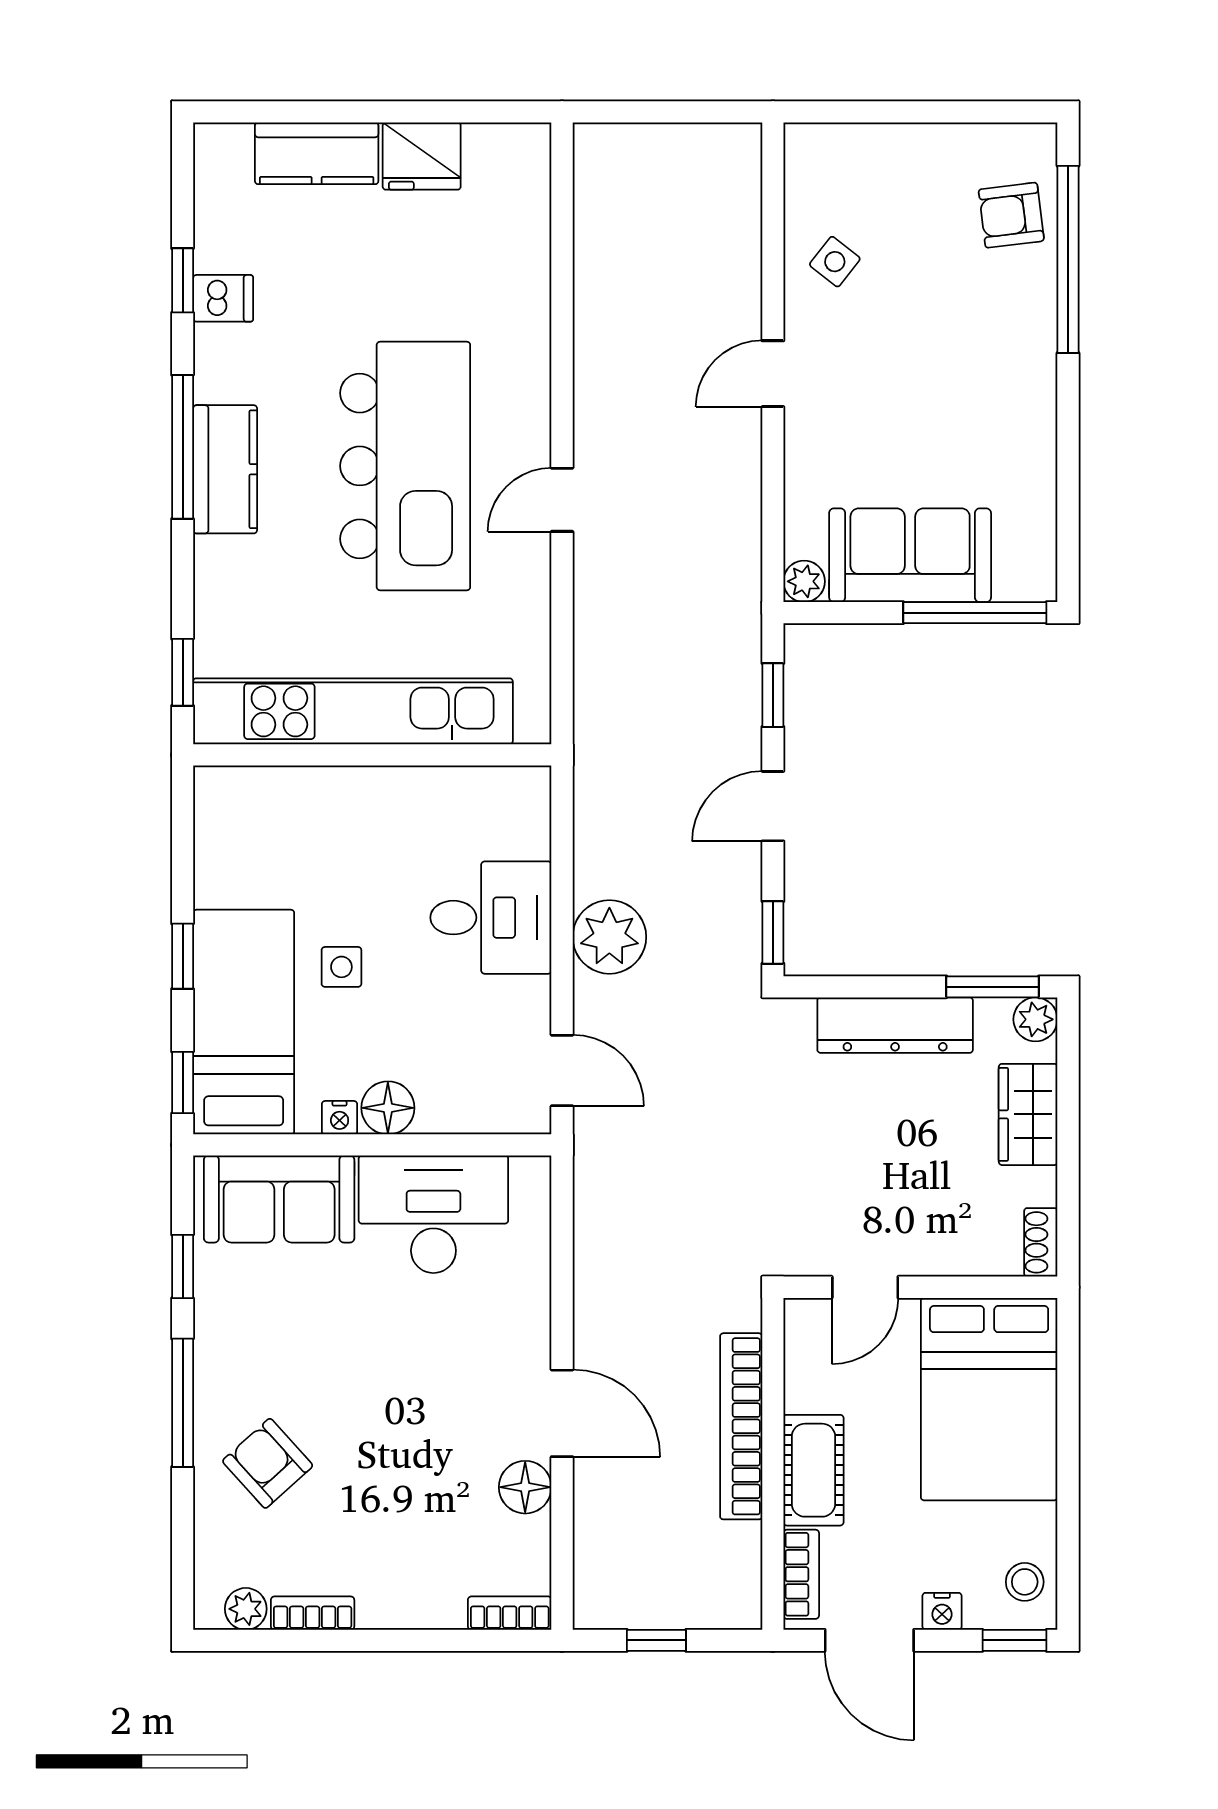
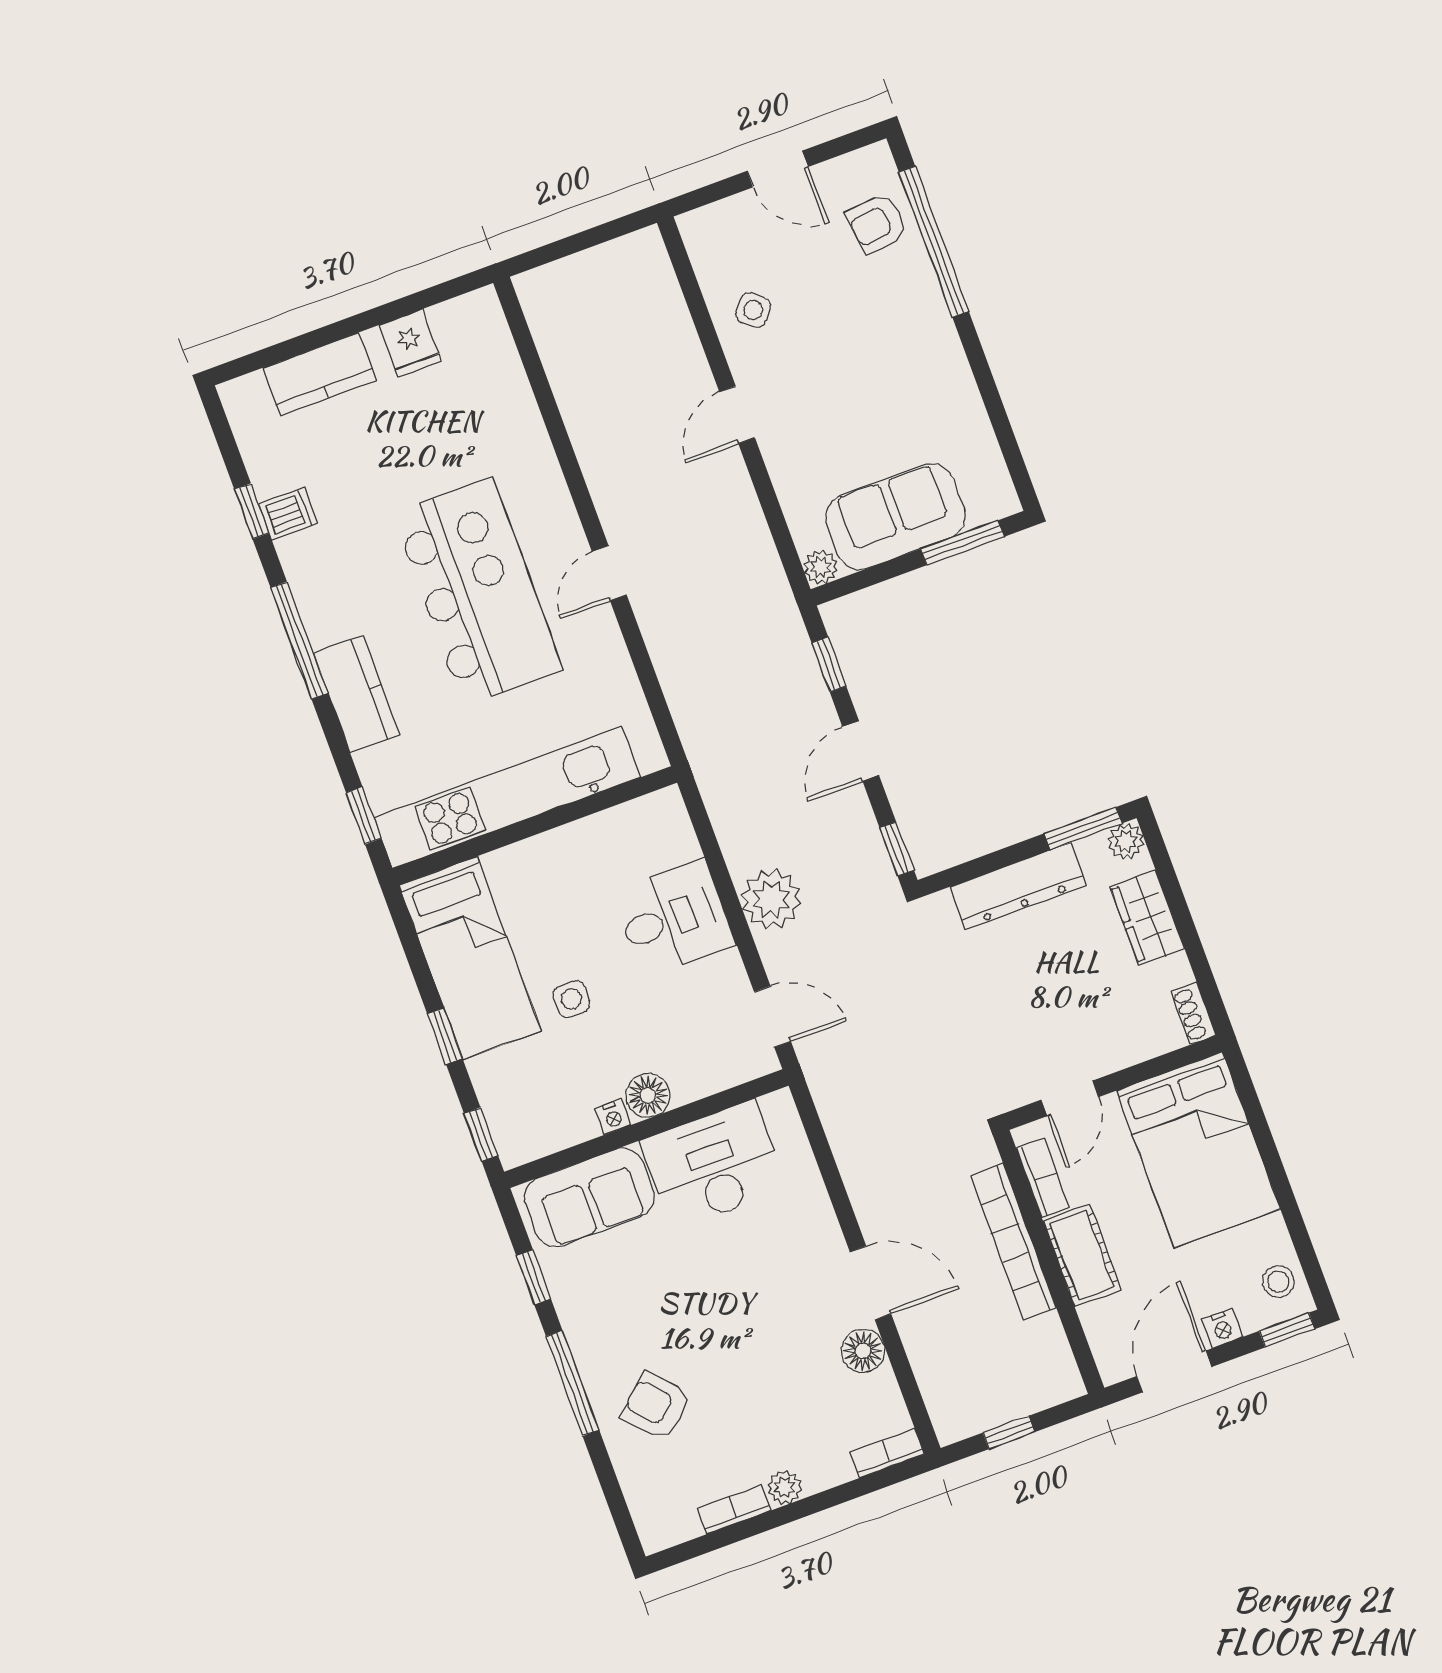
door: (921, 112) -> (778, 169), added
fridge: (422, 156) -> (410, 343), width x0.72
kitchen counter: (225, 469) -> (357, 694), moved
window: (975, 613) -> (962, 543), width x0.69
bed: (244, 1022) -> (470, 958), moved, turned 180
bookcase: (801, 1574) -> (1043, 1178), moved
plant: (246, 1609) -> (784, 1487), moved
door: (869, 1640) -> (1174, 1372), swing flipped

